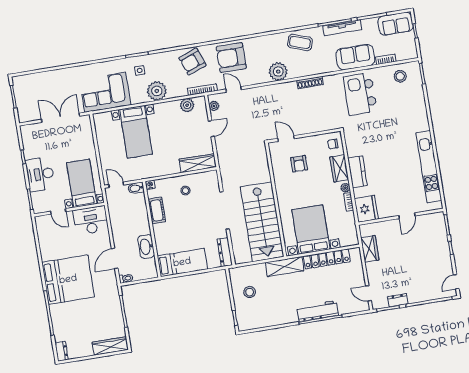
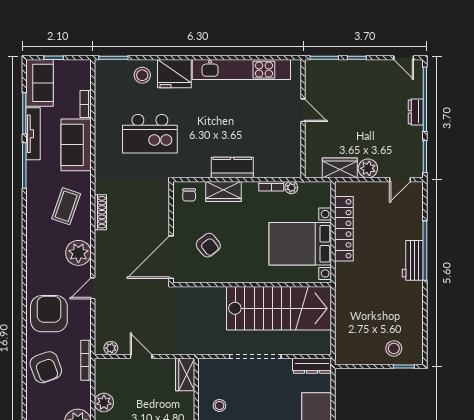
tv unit: (342, 28) -> (33, 134), moved
coffee table: (300, 42) -> (66, 206), moved
armchair: (231, 58) -> (49, 314), turned 180
stool: (400, 76) -> (142, 75), moved
door: (234, 89) -> (93, 288), moved
kitchen island: (360, 94) -> (150, 134), moved
plant: (187, 105) -> (104, 403), moved
door: (286, 138) -> (171, 257), width x1.88
wardrobe: (198, 163) -> (185, 375), width x0.67
armchair: (299, 164) -> (208, 245), turned 51
plant: (345, 188) -> (291, 188), moved
fridge: (366, 209) -> (174, 74), moved, turned 180
shelving: (285, 267) -> (345, 288), removed
plant: (373, 269) -> (368, 168), added
stool: (250, 292) -> (394, 348), moved
dresser: (398, 300) -> (416, 112), moved
workbench: (318, 311) -> (413, 260), width x0.73

